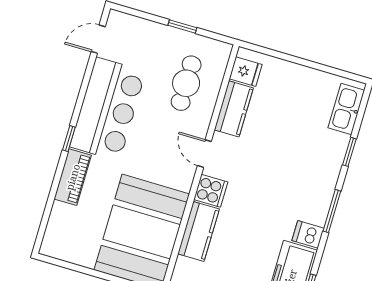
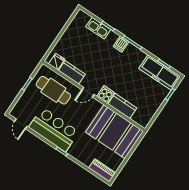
cafe table: (186, 83) -> (53, 90), width x1.37, depth x1.35
kitchen sink: (346, 109) -> (98, 28), moved
piano: (73, 177) -> (102, 170), moved
dishwasher: (308, 234) -> (121, 44), moved

